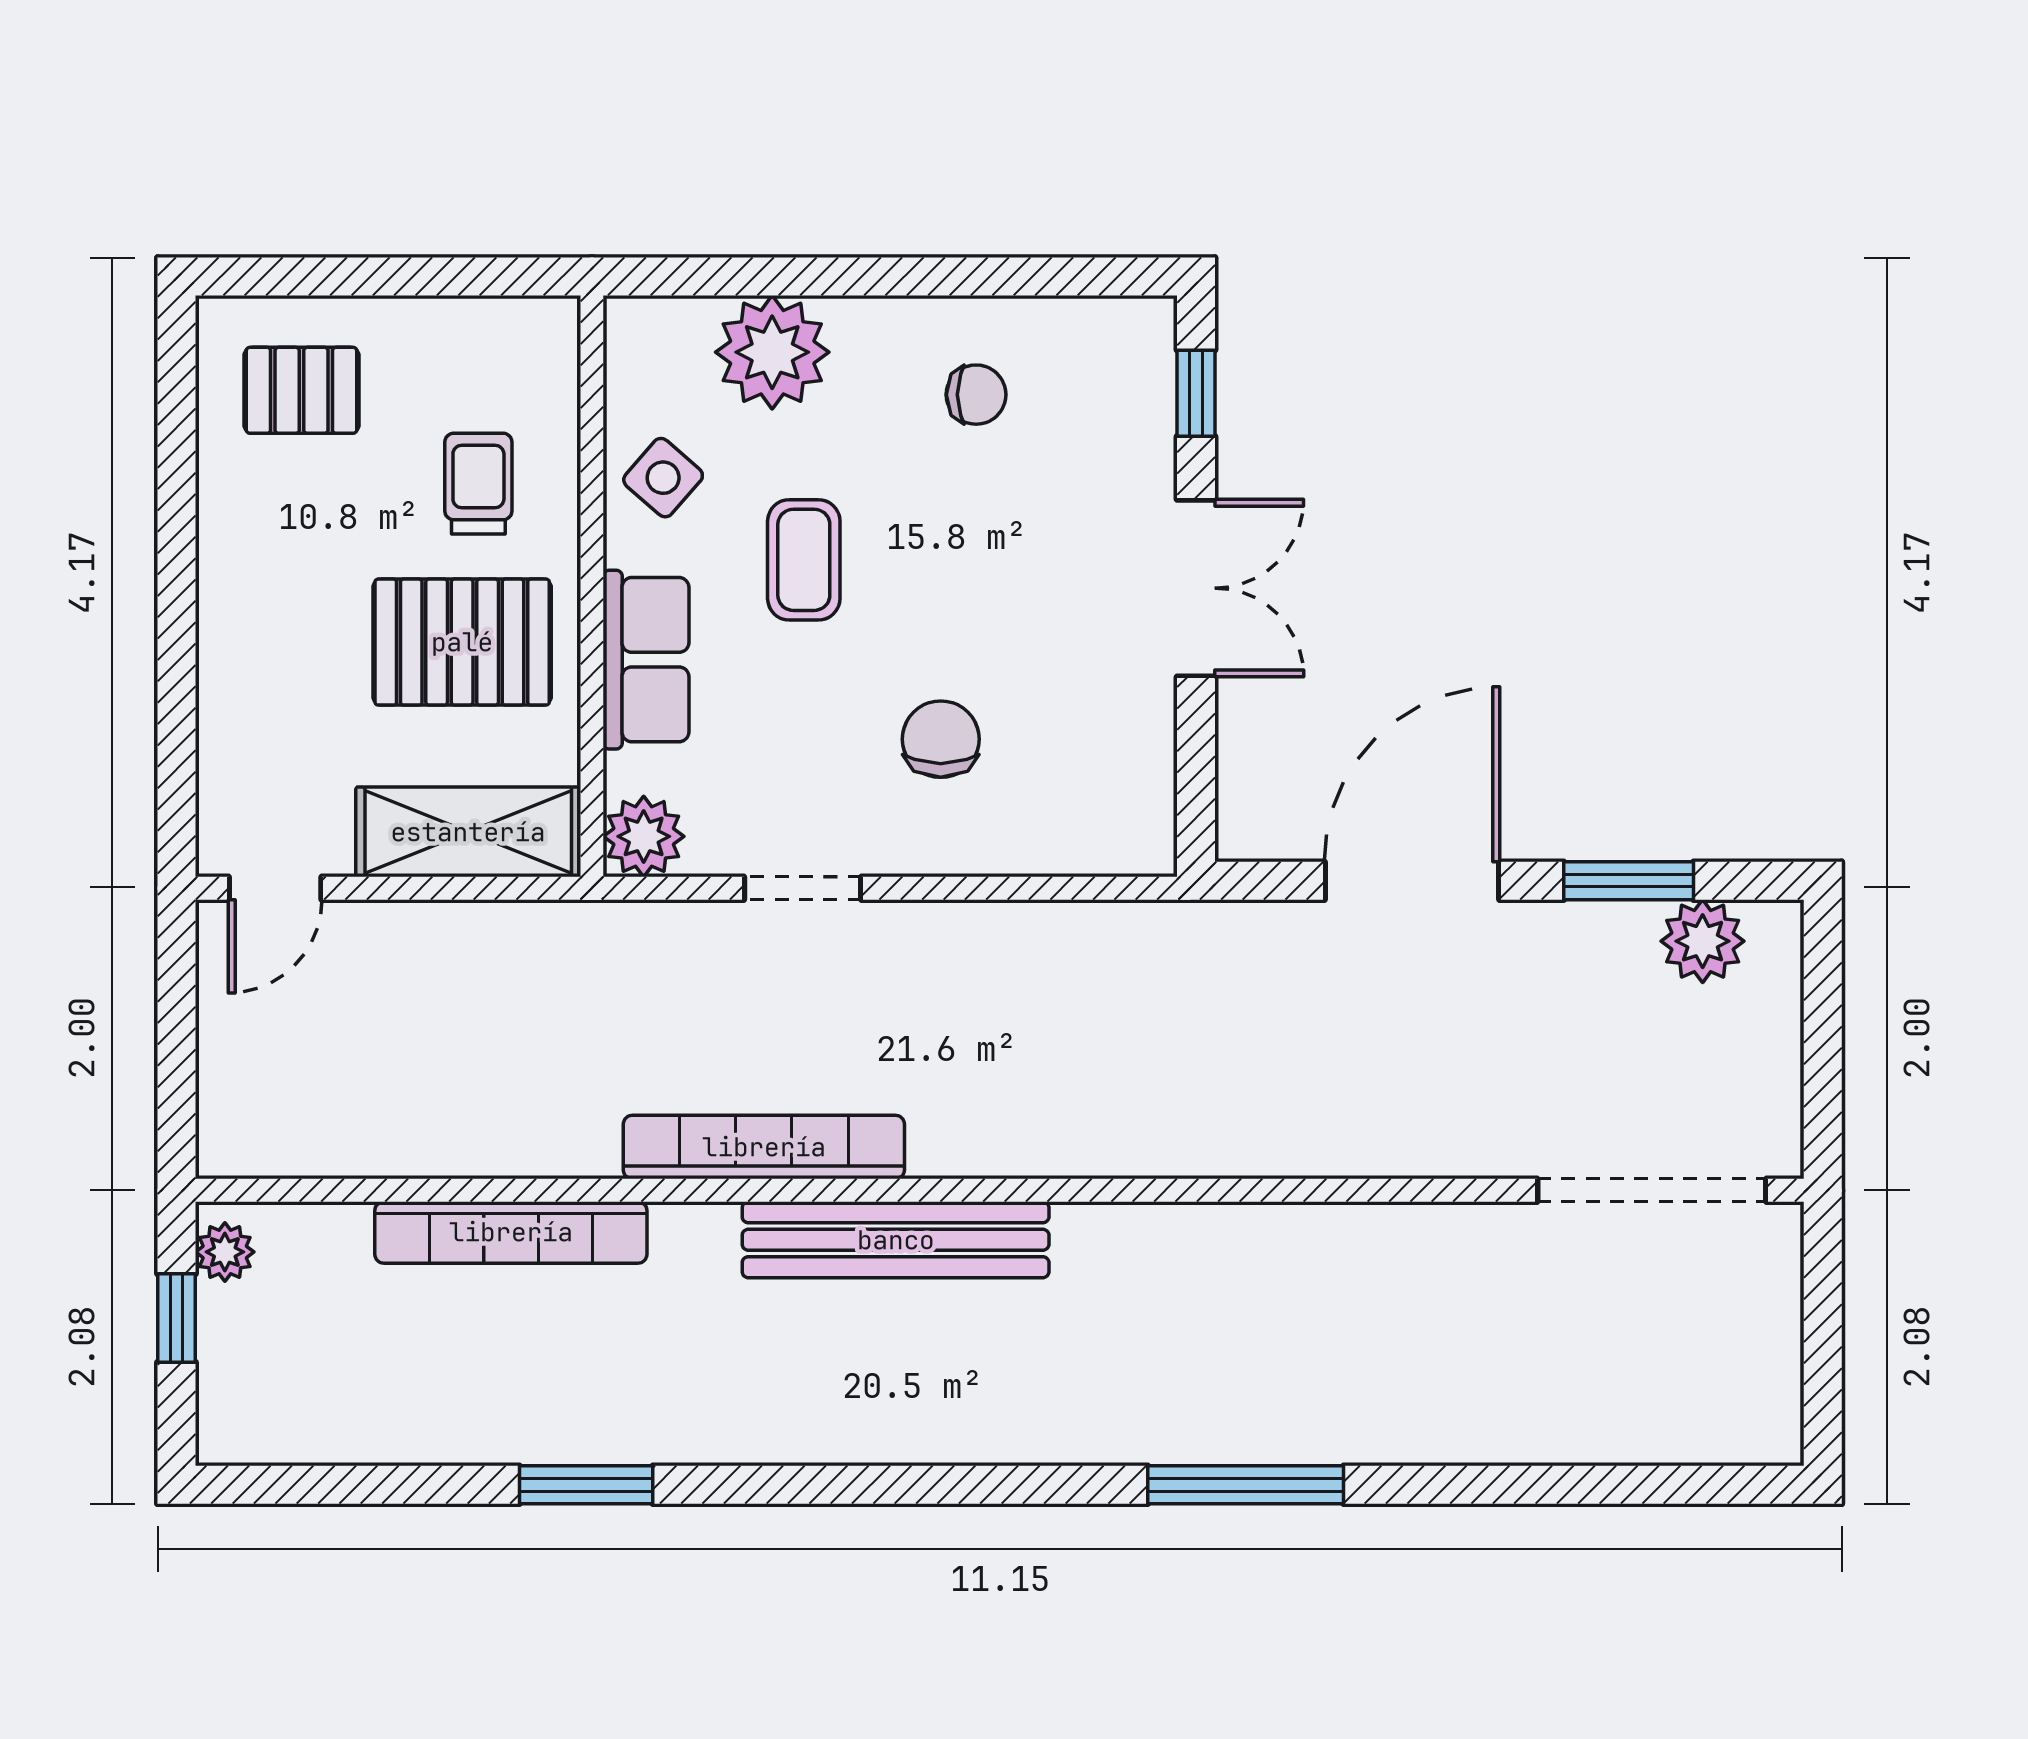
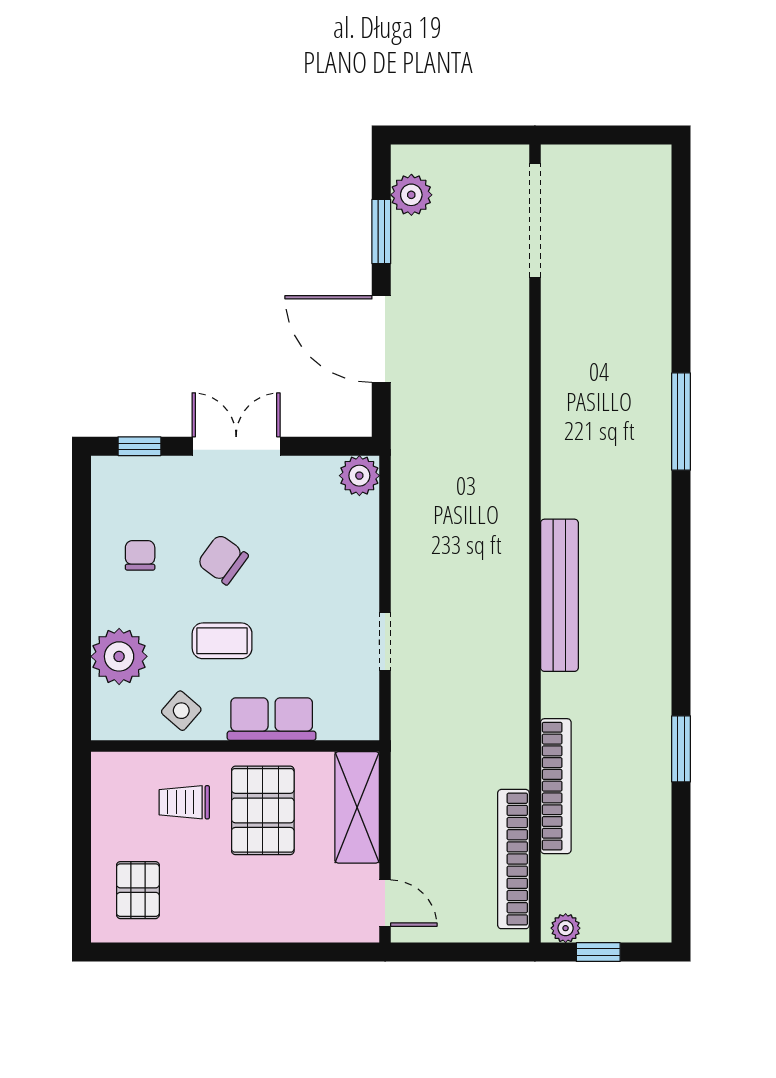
chair: (941, 739) -> (223, 559), moved, turned 36
plant: (644, 836) -> (359, 476), moved
bookcase: (764, 1147) -> (513, 859), moved

